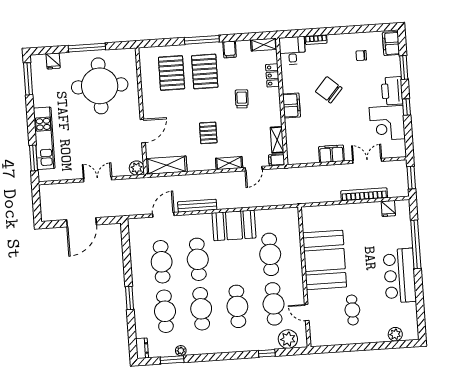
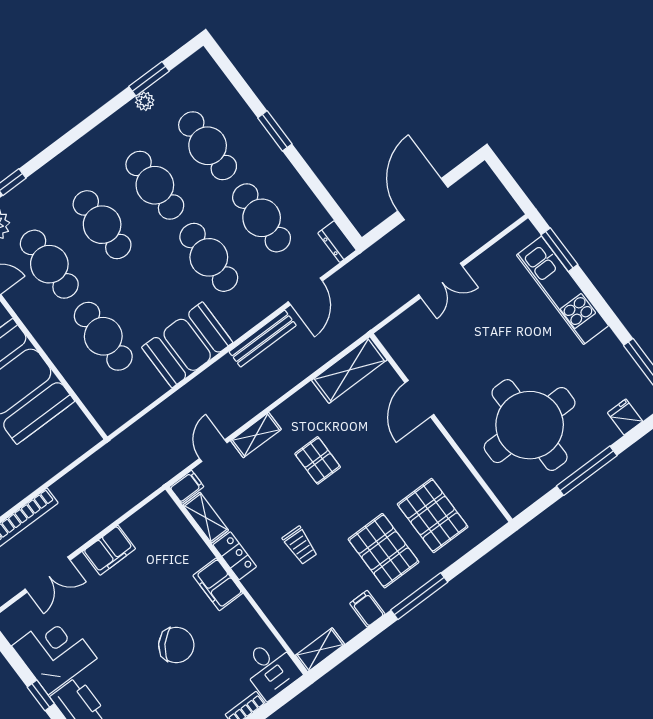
locker: (272, 75) -> (235, 556), moved
plant: (137, 168) -> (392, 336), removed
dresser: (142, 348) -> (337, 242), moved

